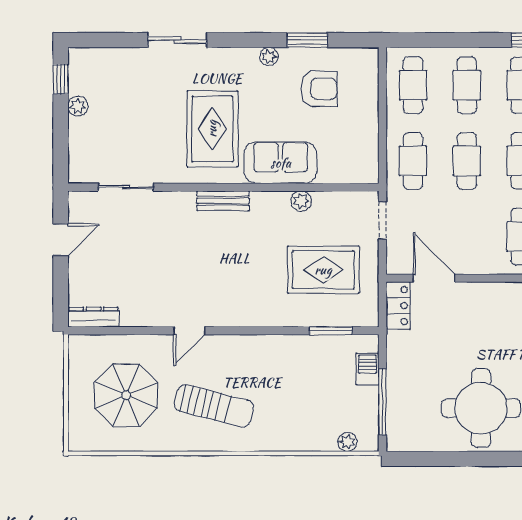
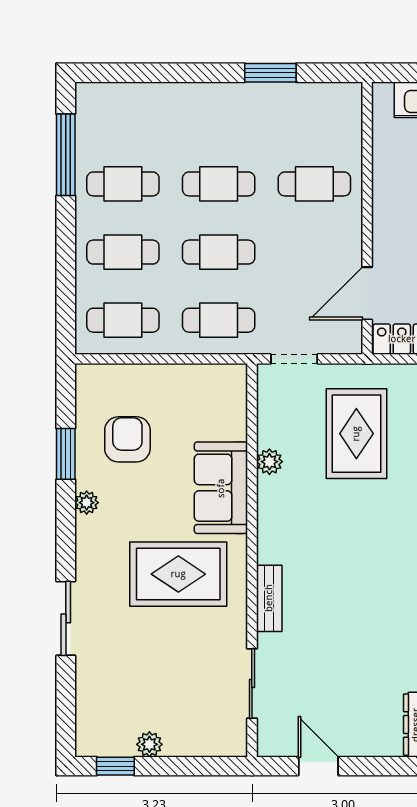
bench: (223, 201) -> (269, 598), moved

